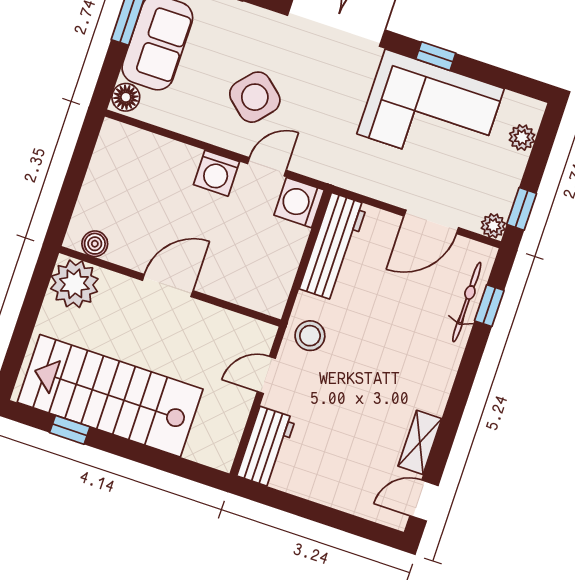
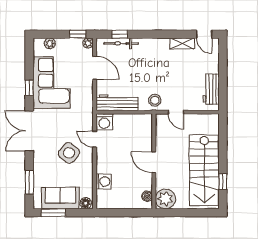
washing machine: (217, 173) -> (104, 182), moved
workbench: (266, 447) -> (211, 89), moved, turned -90

